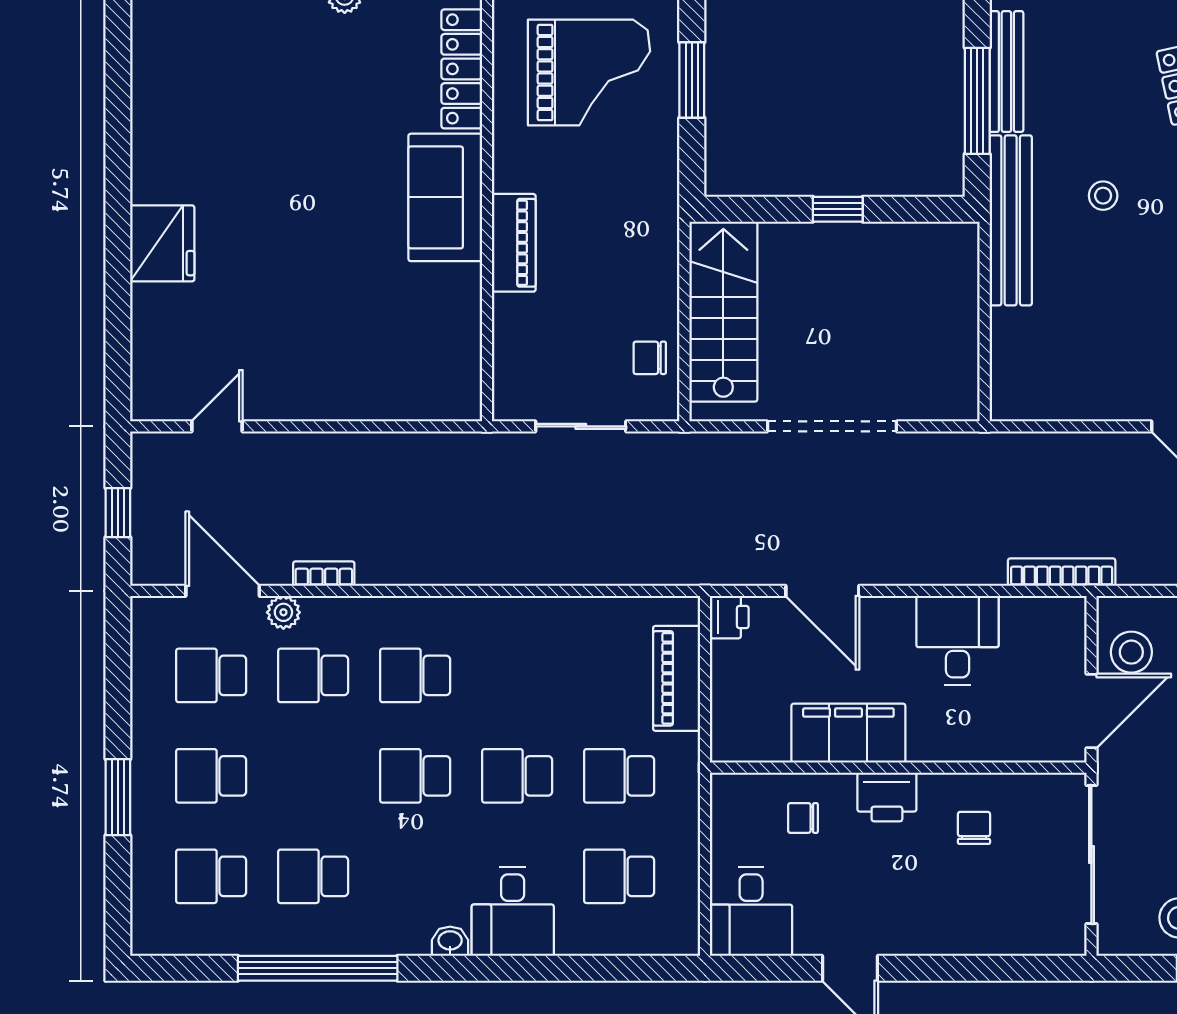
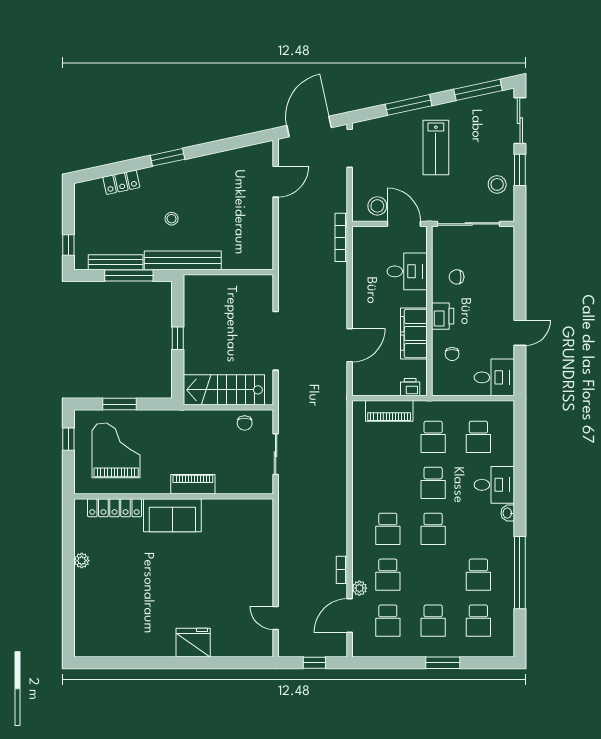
printer: (729, 617) -> (410, 387), moved
desk: (957, 640) -> (407, 271), moved, turned 180

